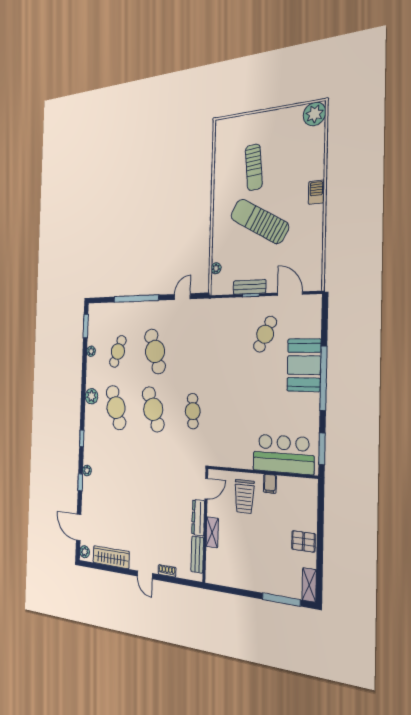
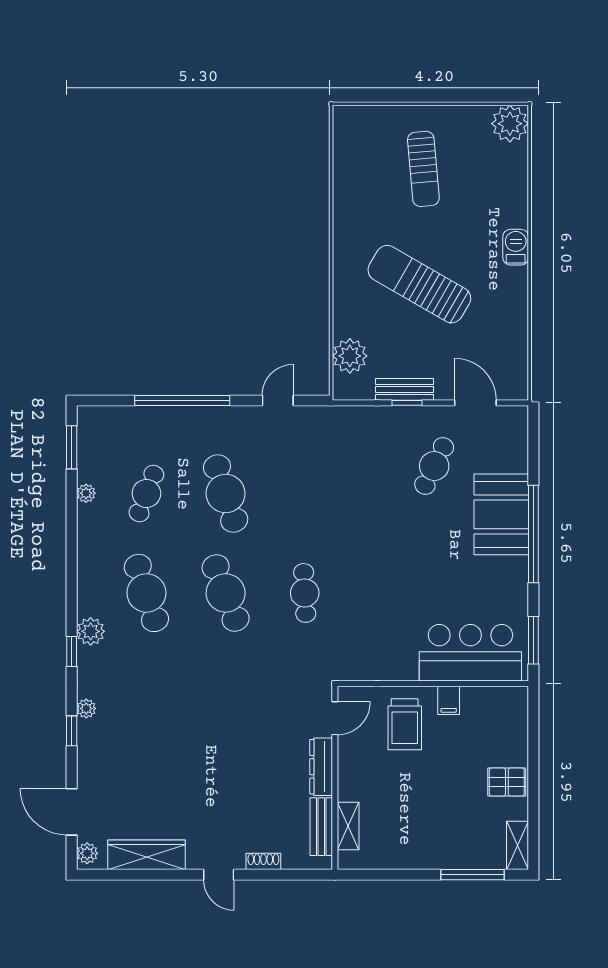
sun lounger: (254, 167) -> (423, 169), moved
plant: (216, 268) -> (350, 356), width x1.88, depth x1.88
plant: (91, 396) -> (91, 631), moved
shelving: (212, 532) -> (348, 826), moved

